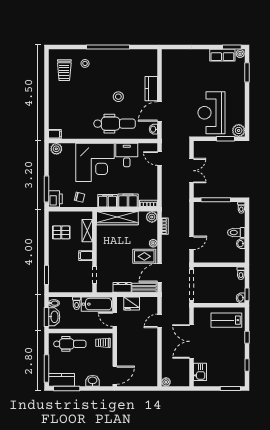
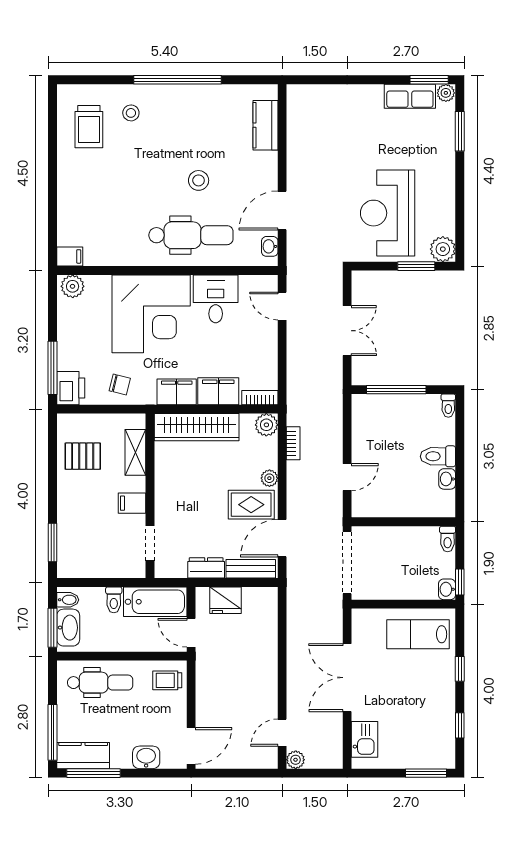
kitchen counter: (151, 89) -> (265, 125), moved
door: (159, 321) -> (282, 733), moved

